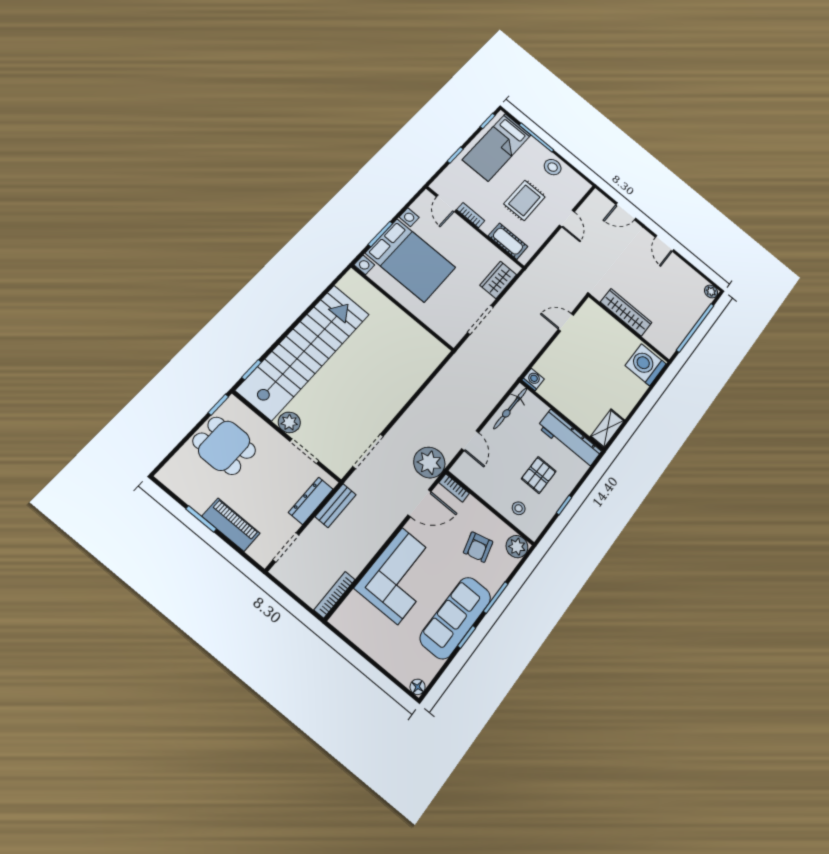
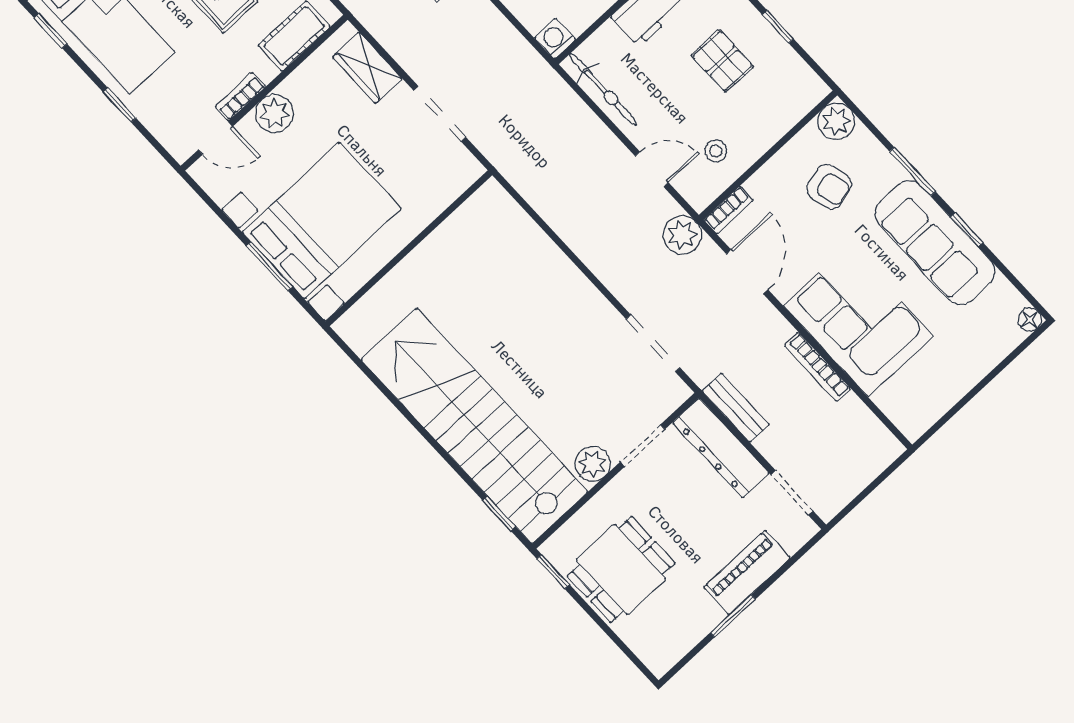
plant: (465, 233) -> (275, 113), added
plant: (429, 463) -> (682, 235), width x0.73, depth x0.73
dresser: (311, 501) -> (721, 448), width x1.37, depth x1.24
stool: (519, 508) -> (716, 151), moved
bookcase: (335, 595) -> (817, 367), moved

